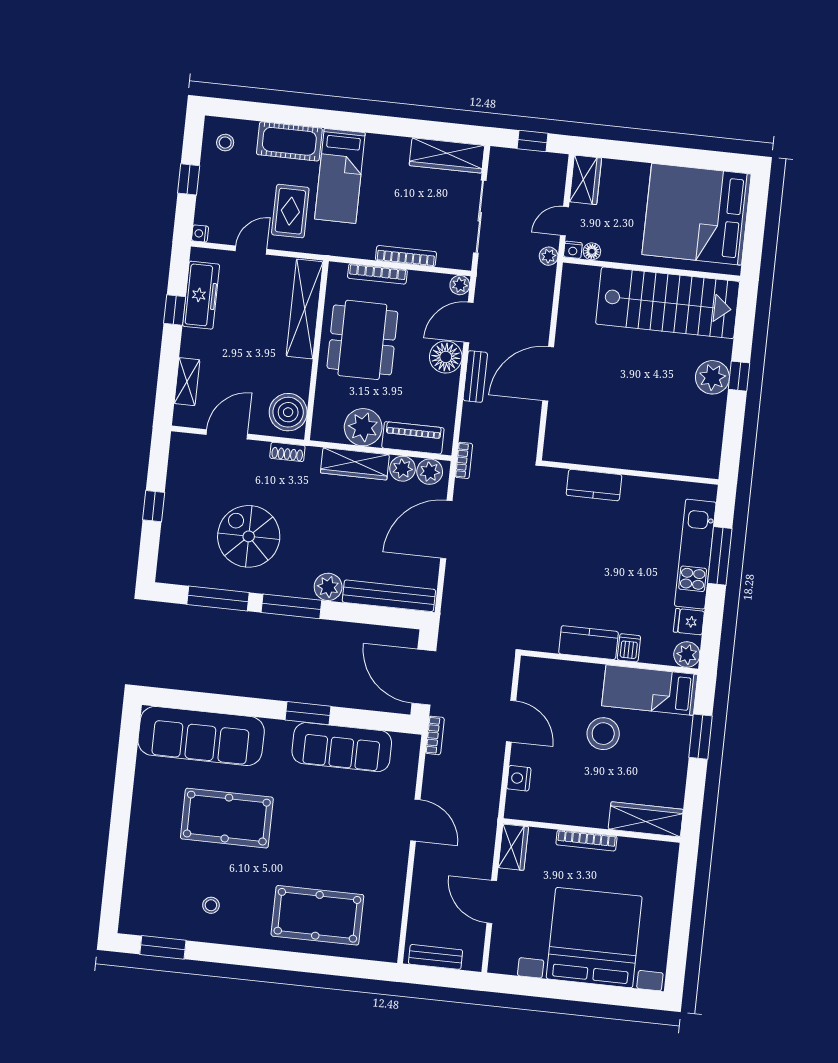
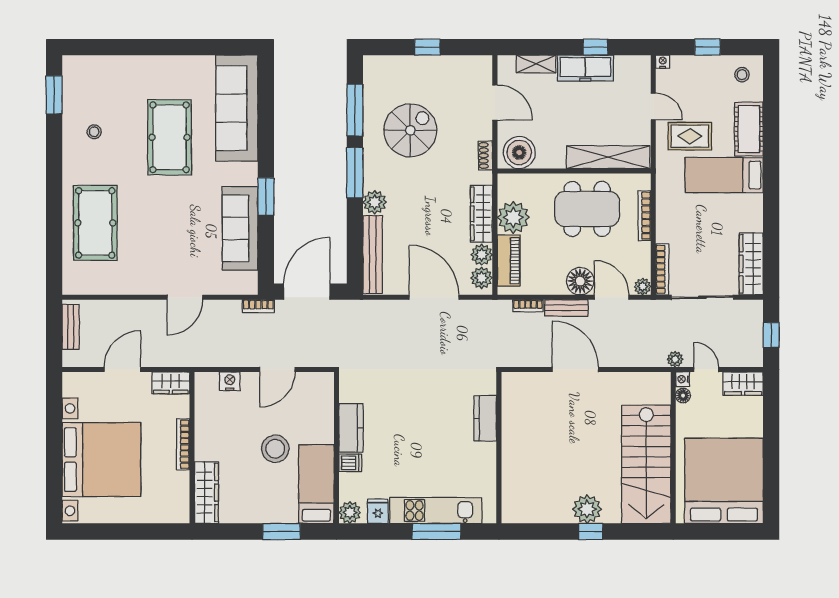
bookcase: (406, 256) -> (662, 269), moved
freezer: (201, 295) -> (585, 68), moved
bookcase: (464, 460) -> (528, 306), moved

